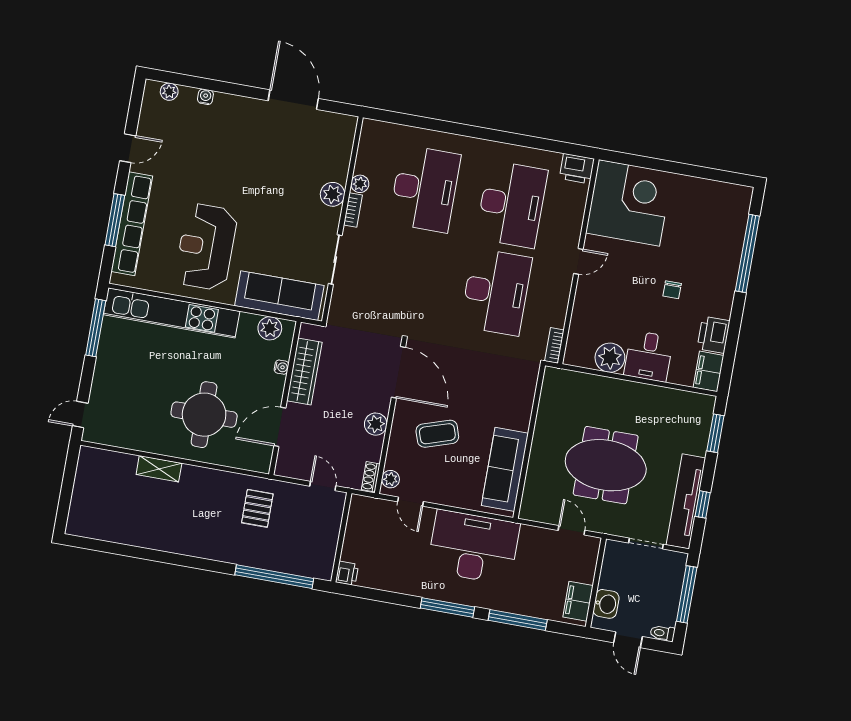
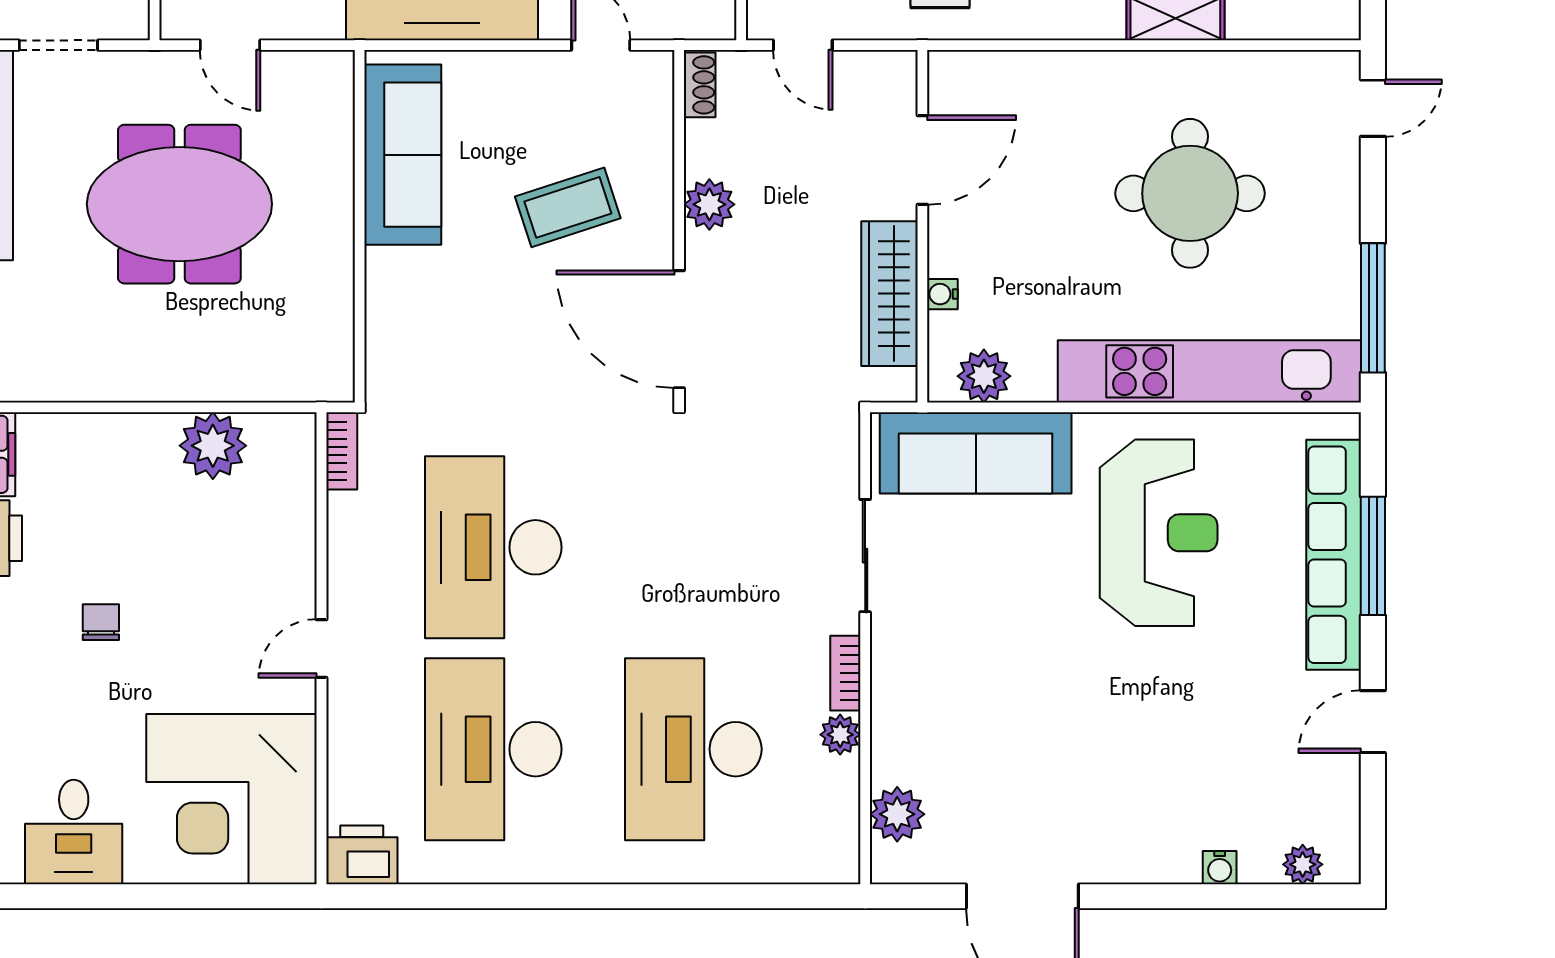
plant: (332, 194) -> (897, 814), moved
desk: (649, 356) -> (74, 832), moved, turned 180
round table: (204, 415) -> (1190, 193), moved
plant: (391, 479) -> (654, 87), removed

